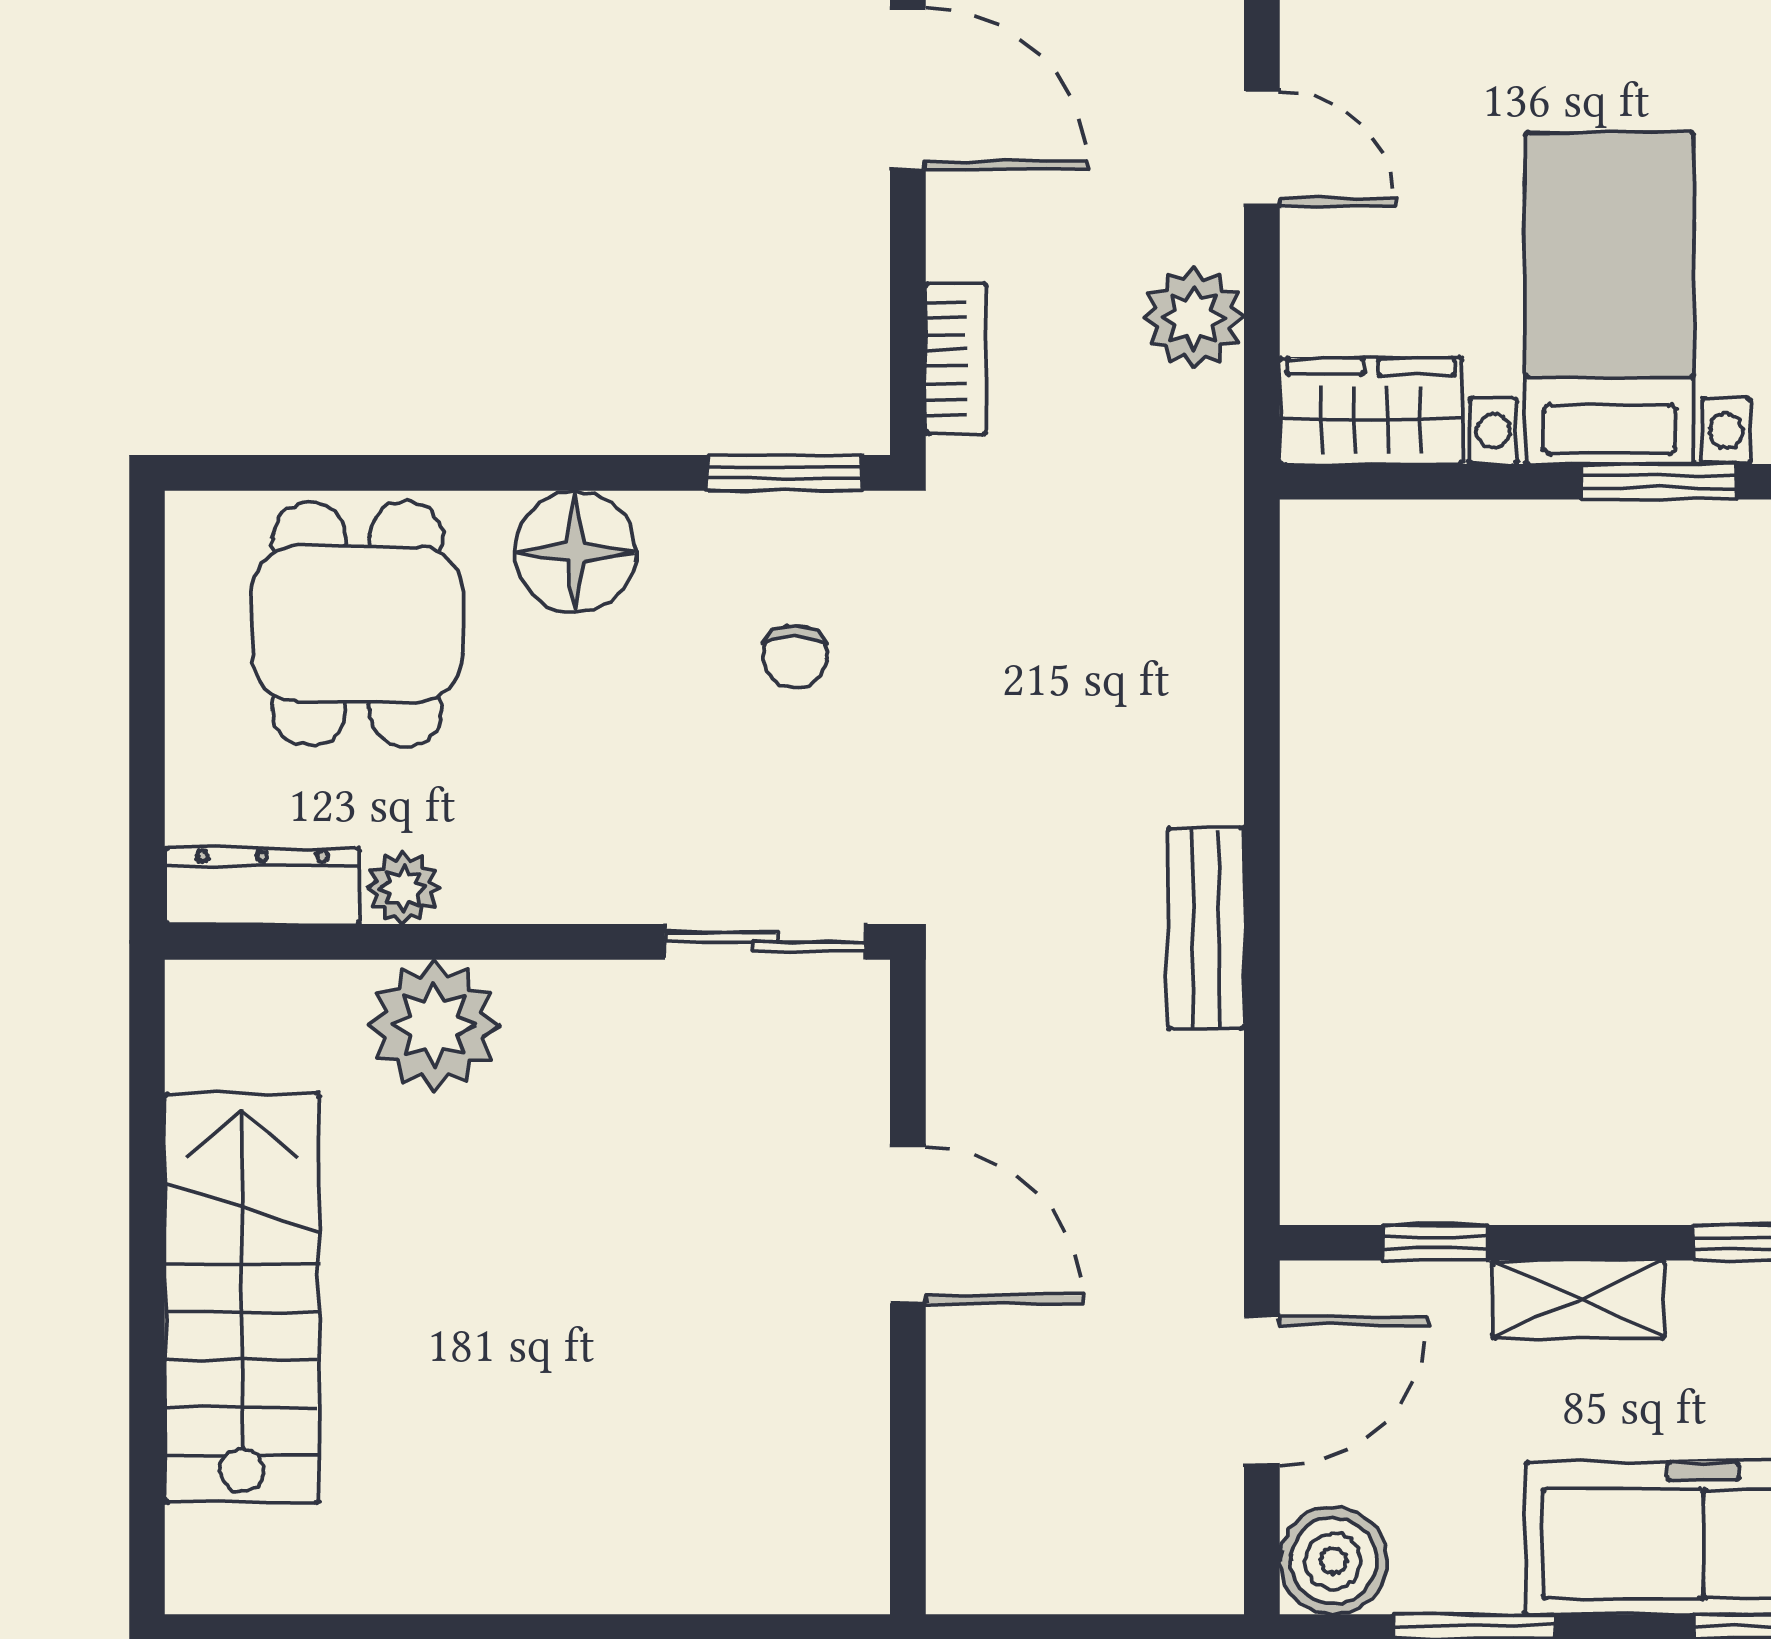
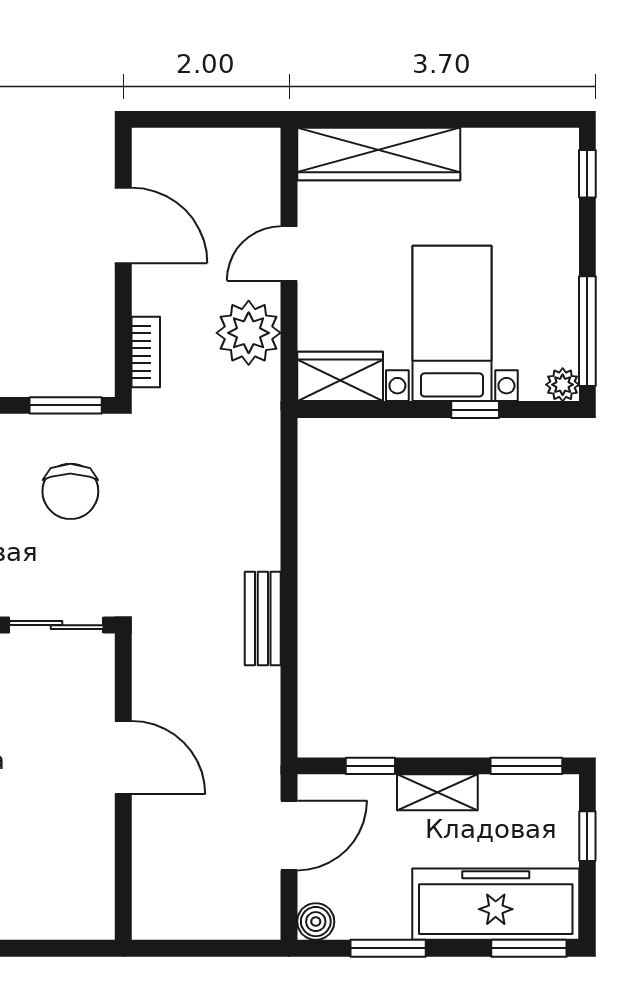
door: (1262, 149) -> (289, 253), swing flipped
plant: (1194, 318) -> (249, 333), width x1.36, depth x1.36
window: (1659, 482) -> (475, 410), width x0.67
chair: (795, 656) -> (70, 491), width x1.87, depth x1.87
boiler: (1333, 1561) -> (316, 922), width x0.73, depth x0.73

